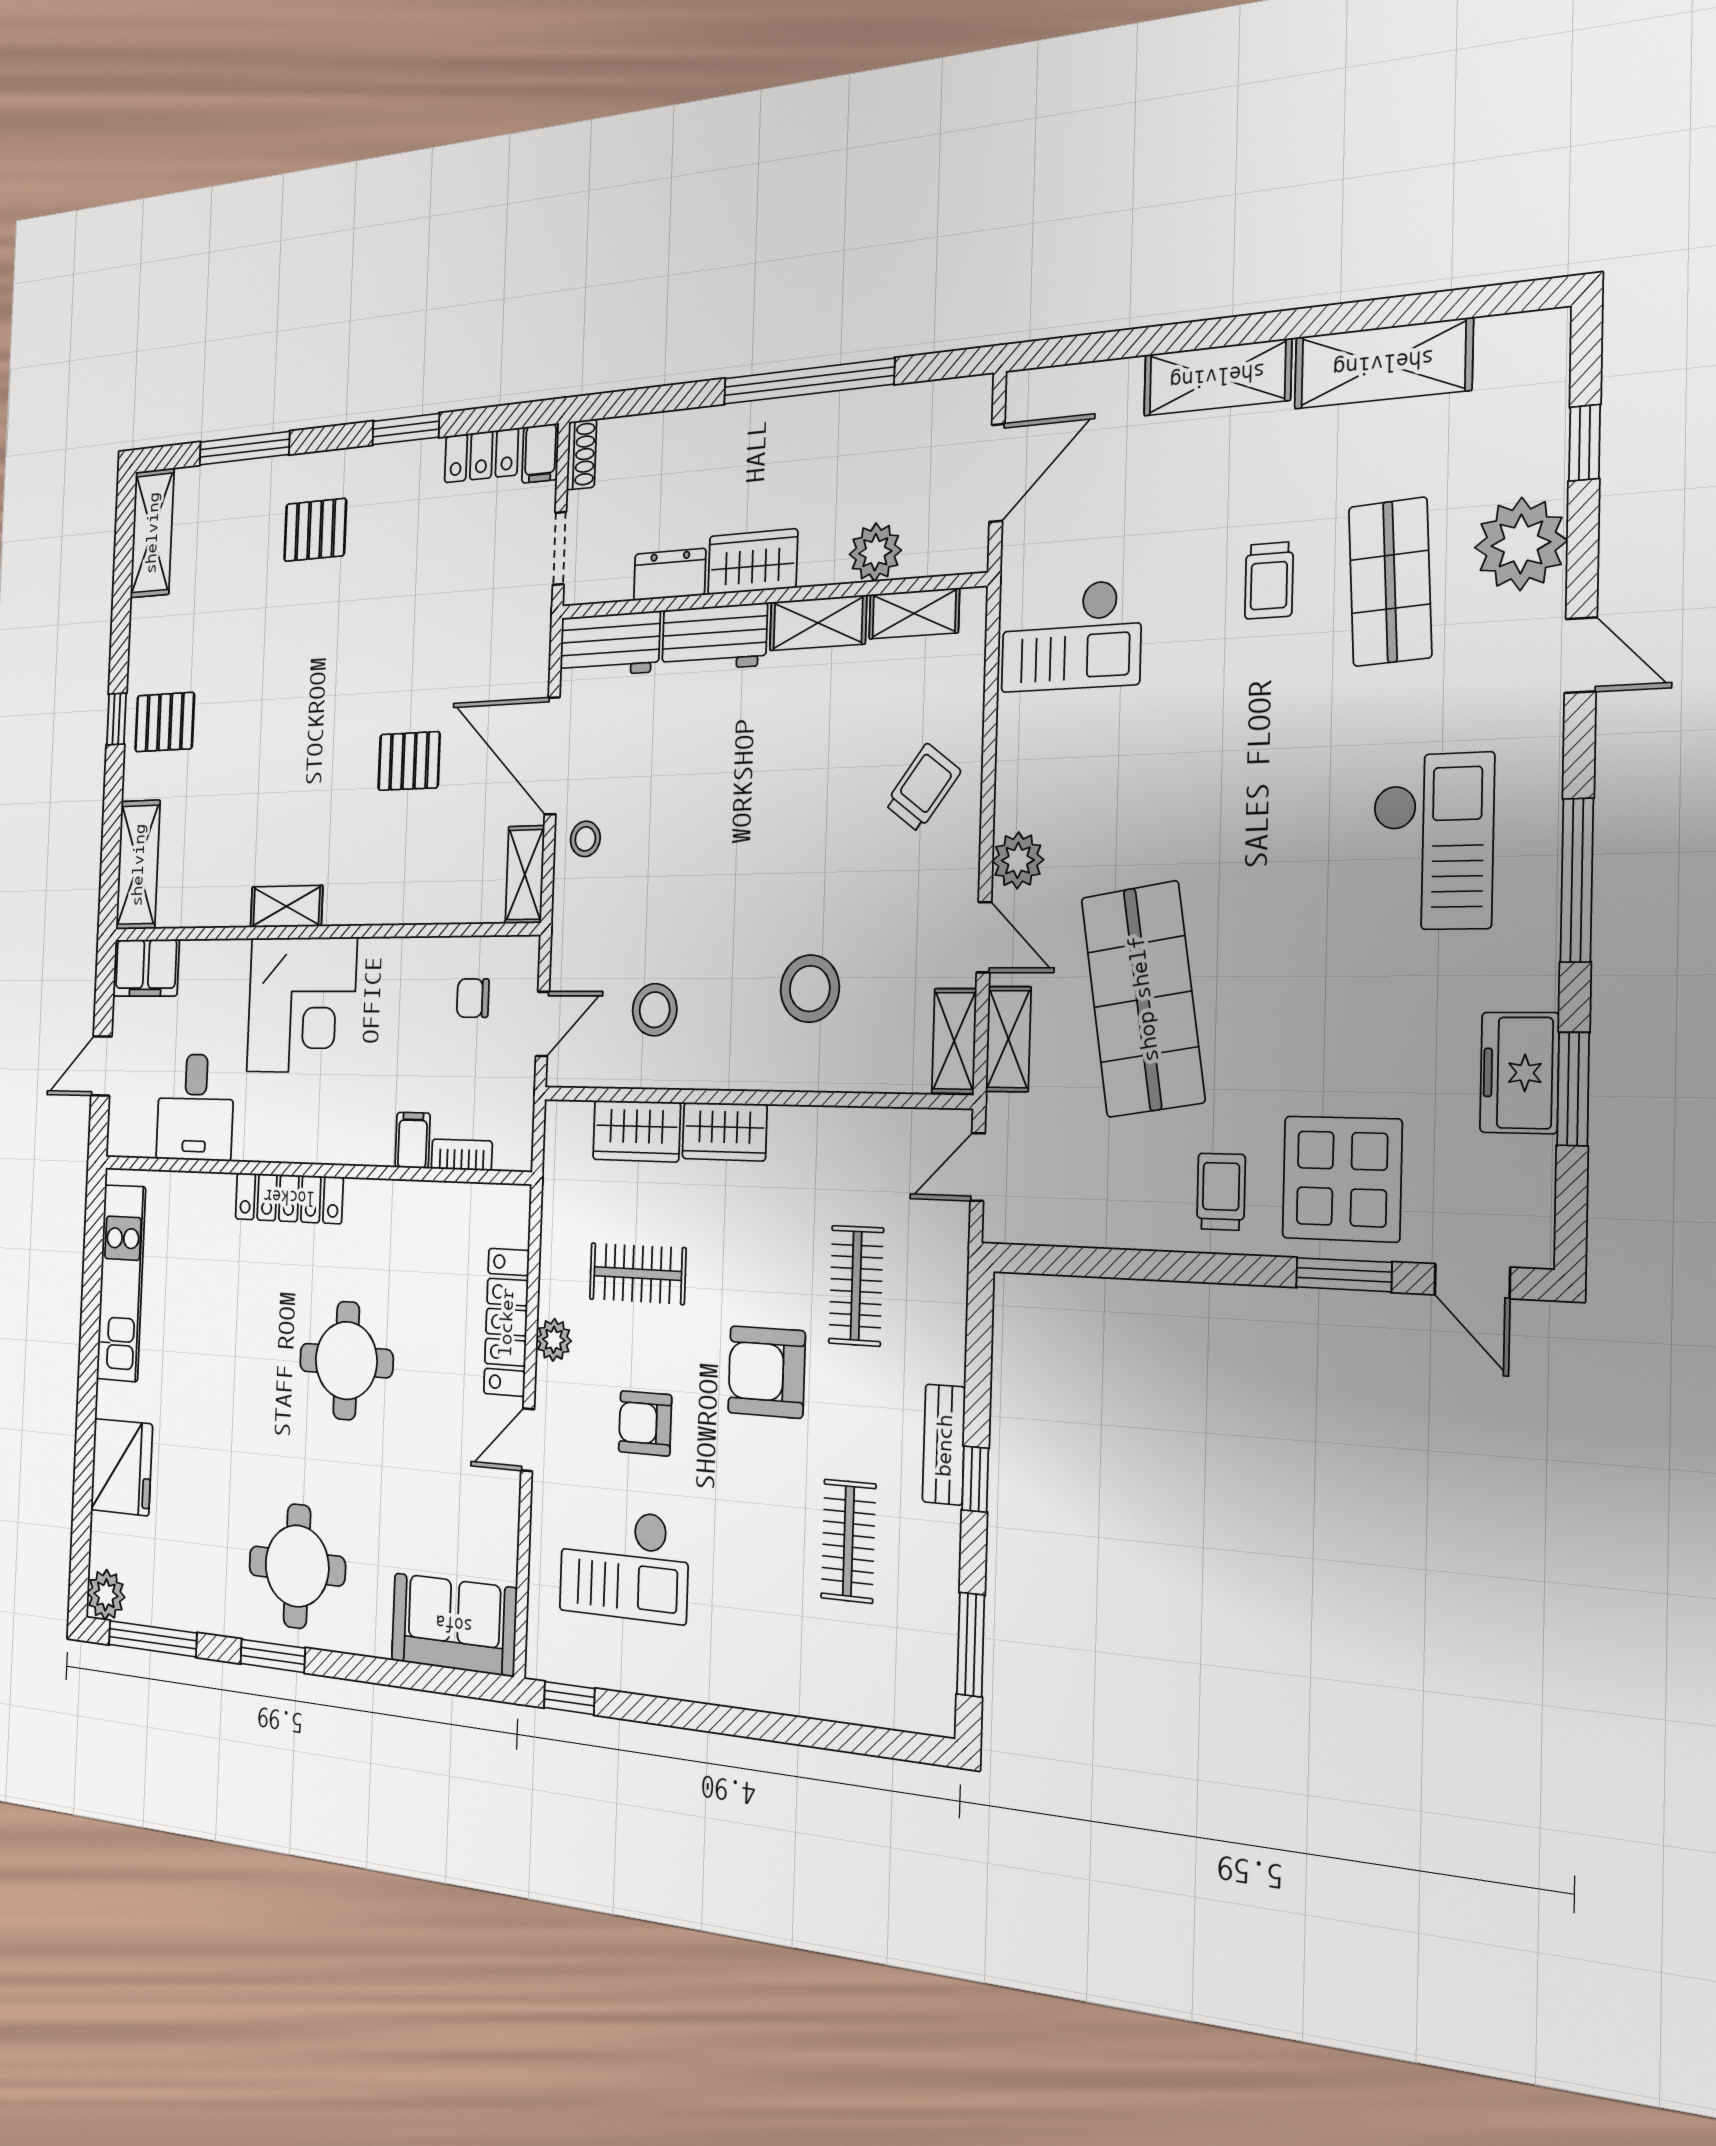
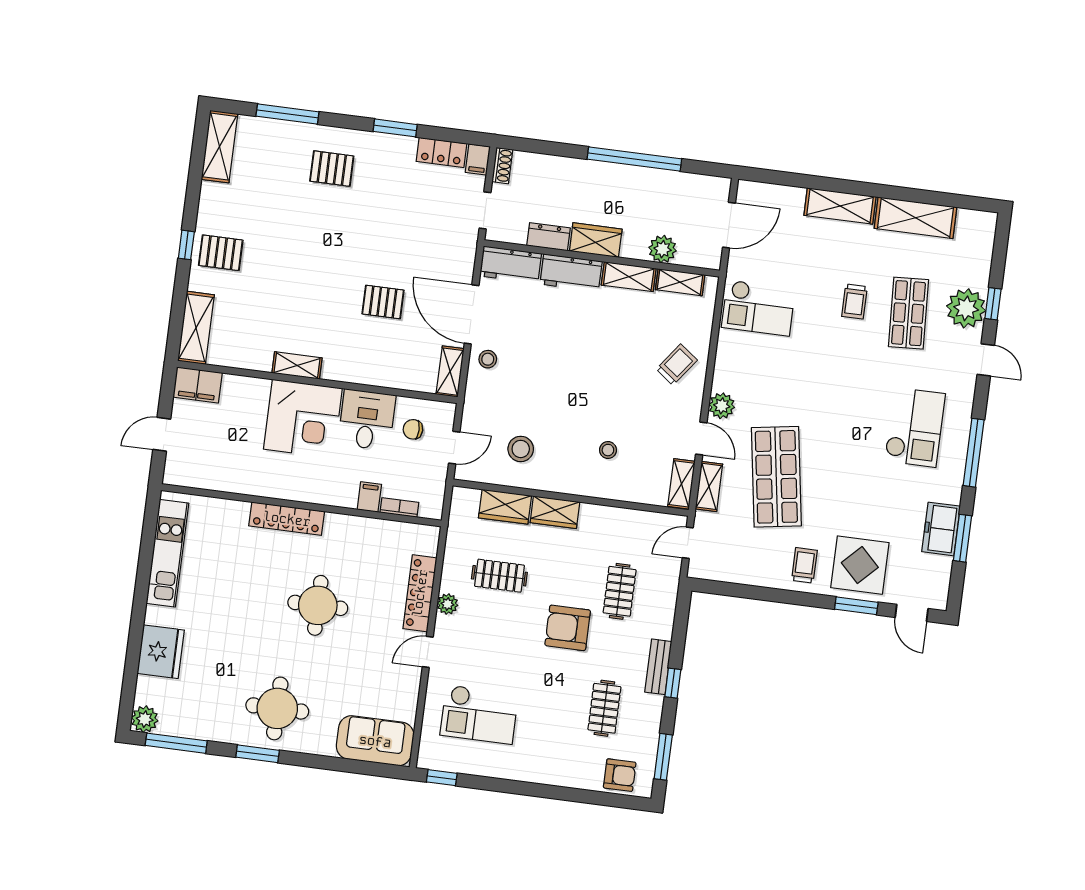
window: (1585, 443) -> (993, 304), moved
stool: (810, 989) -> (608, 450), width x0.53, depth x0.53
desk: (195, 1107) -> (367, 420), moved, turned 180
armchair: (645, 1423) -> (620, 775), moved, turned 180

